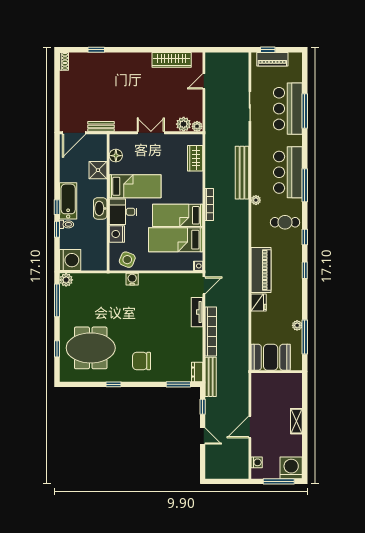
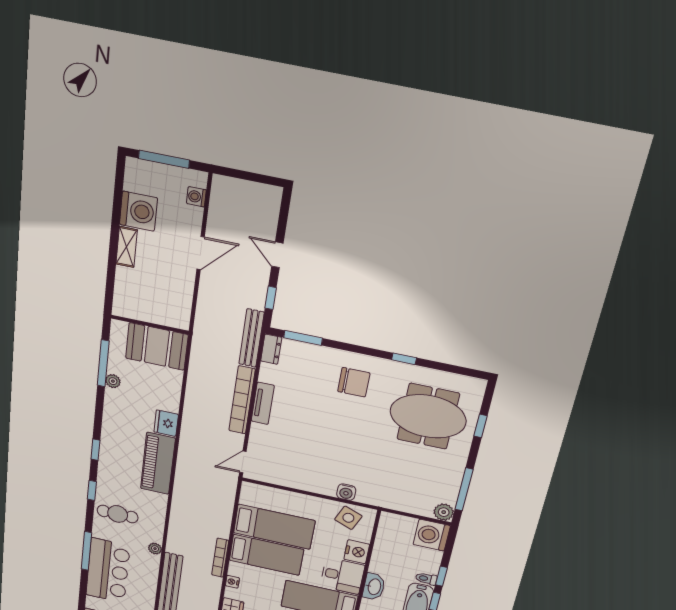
nightstand: (198, 266) -> (232, 582), moved
tv unit: (197, 312) -> (263, 403), moved
washing machine: (291, 468) -> (138, 211), moved, turned -90

